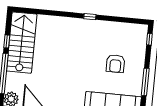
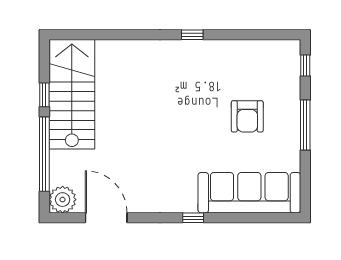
window: (145, 82) -> (305, 125), moved

